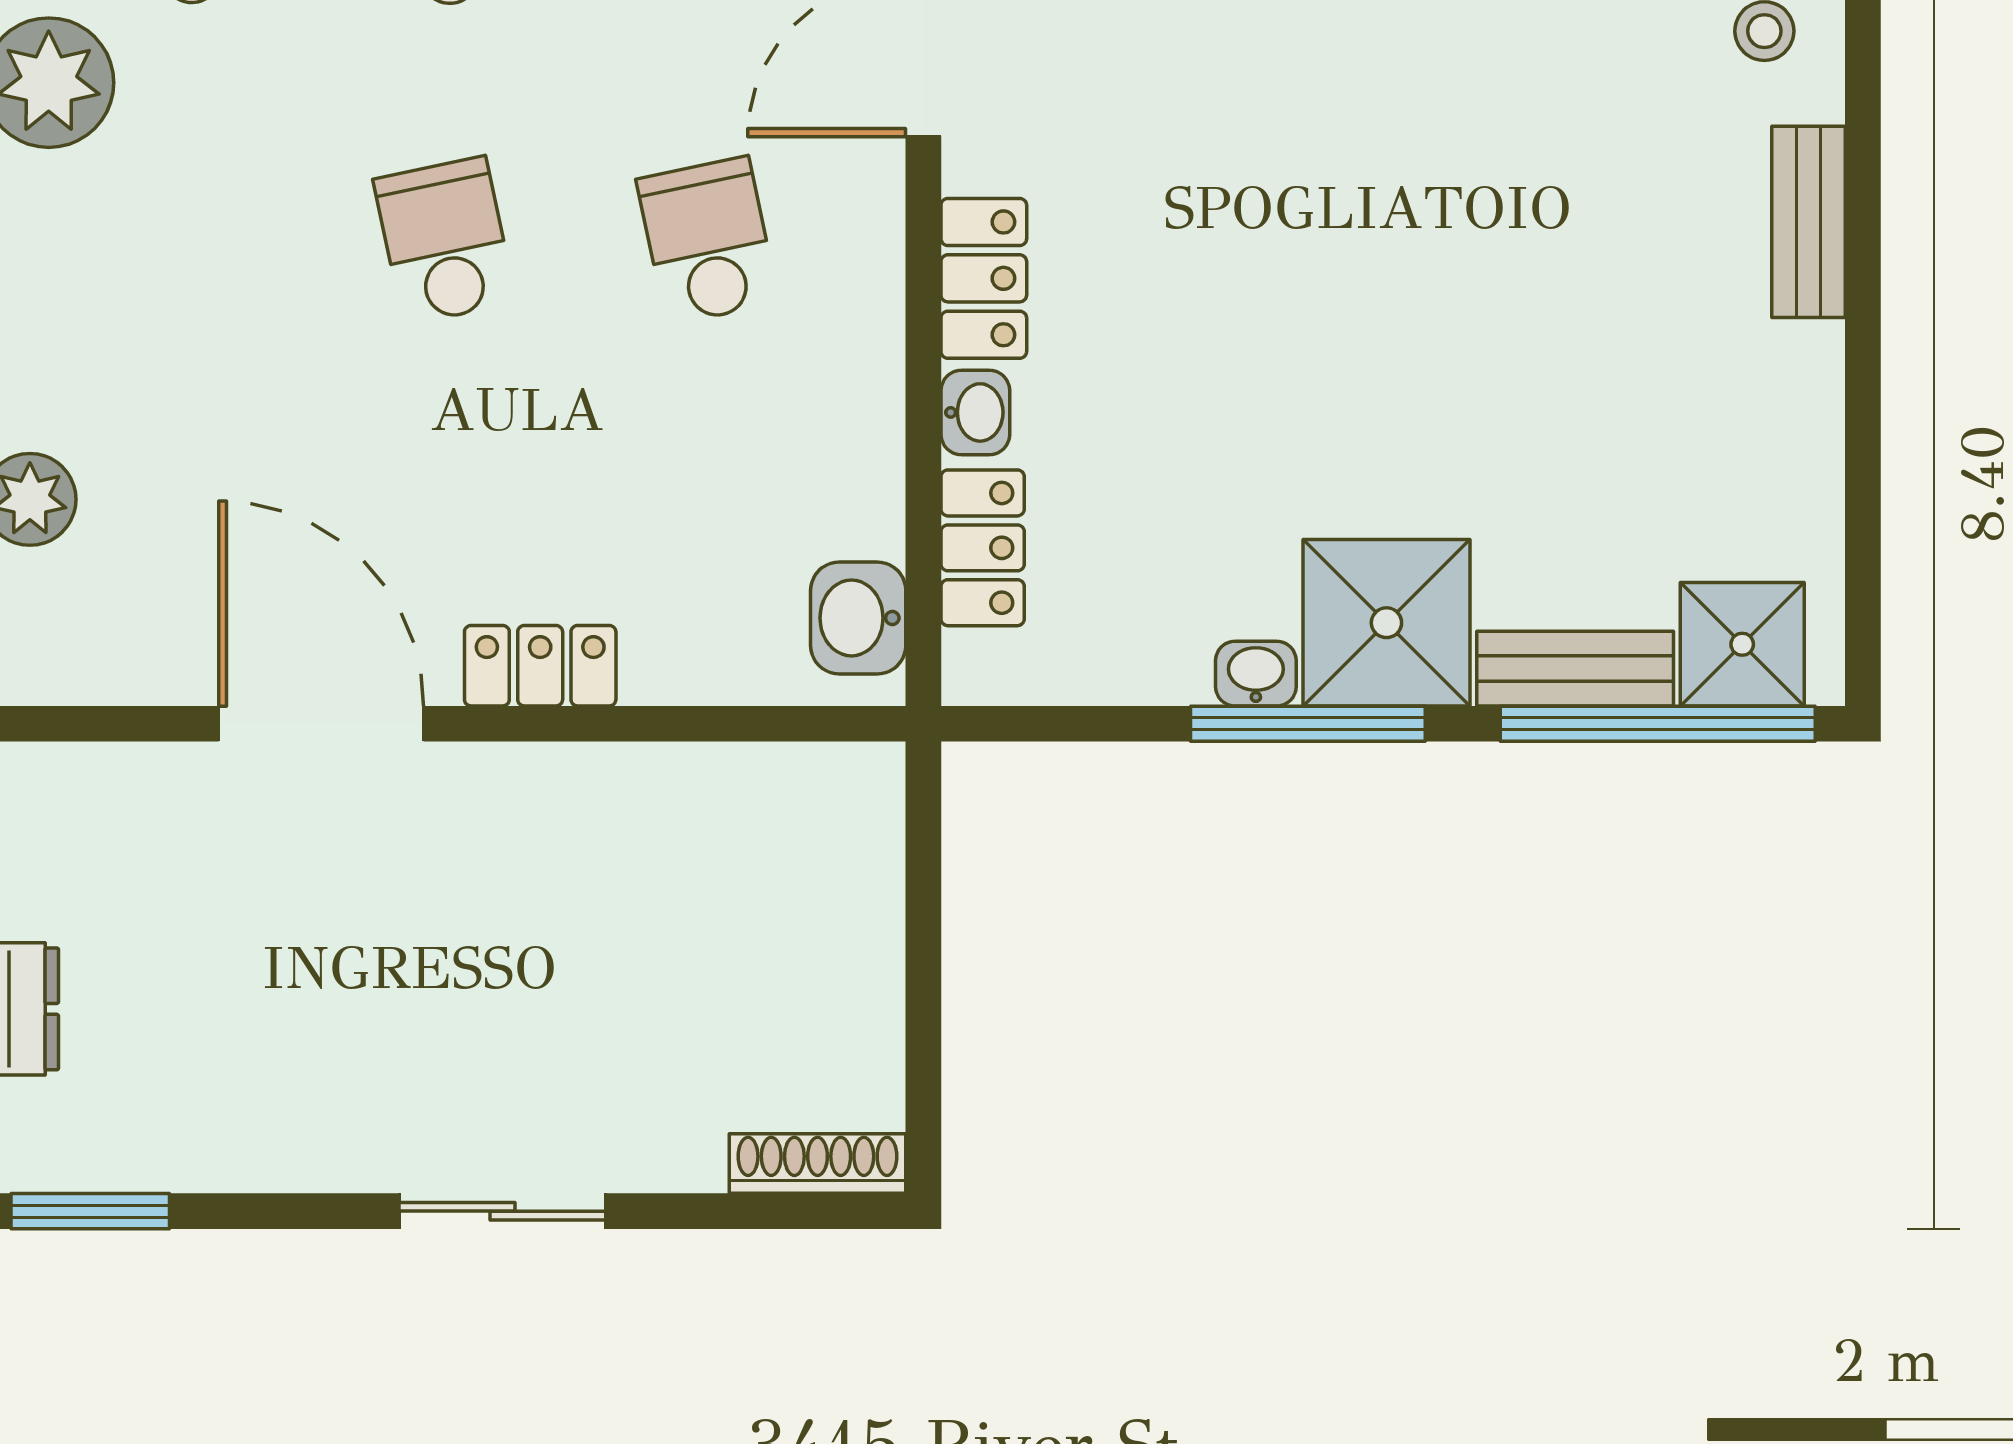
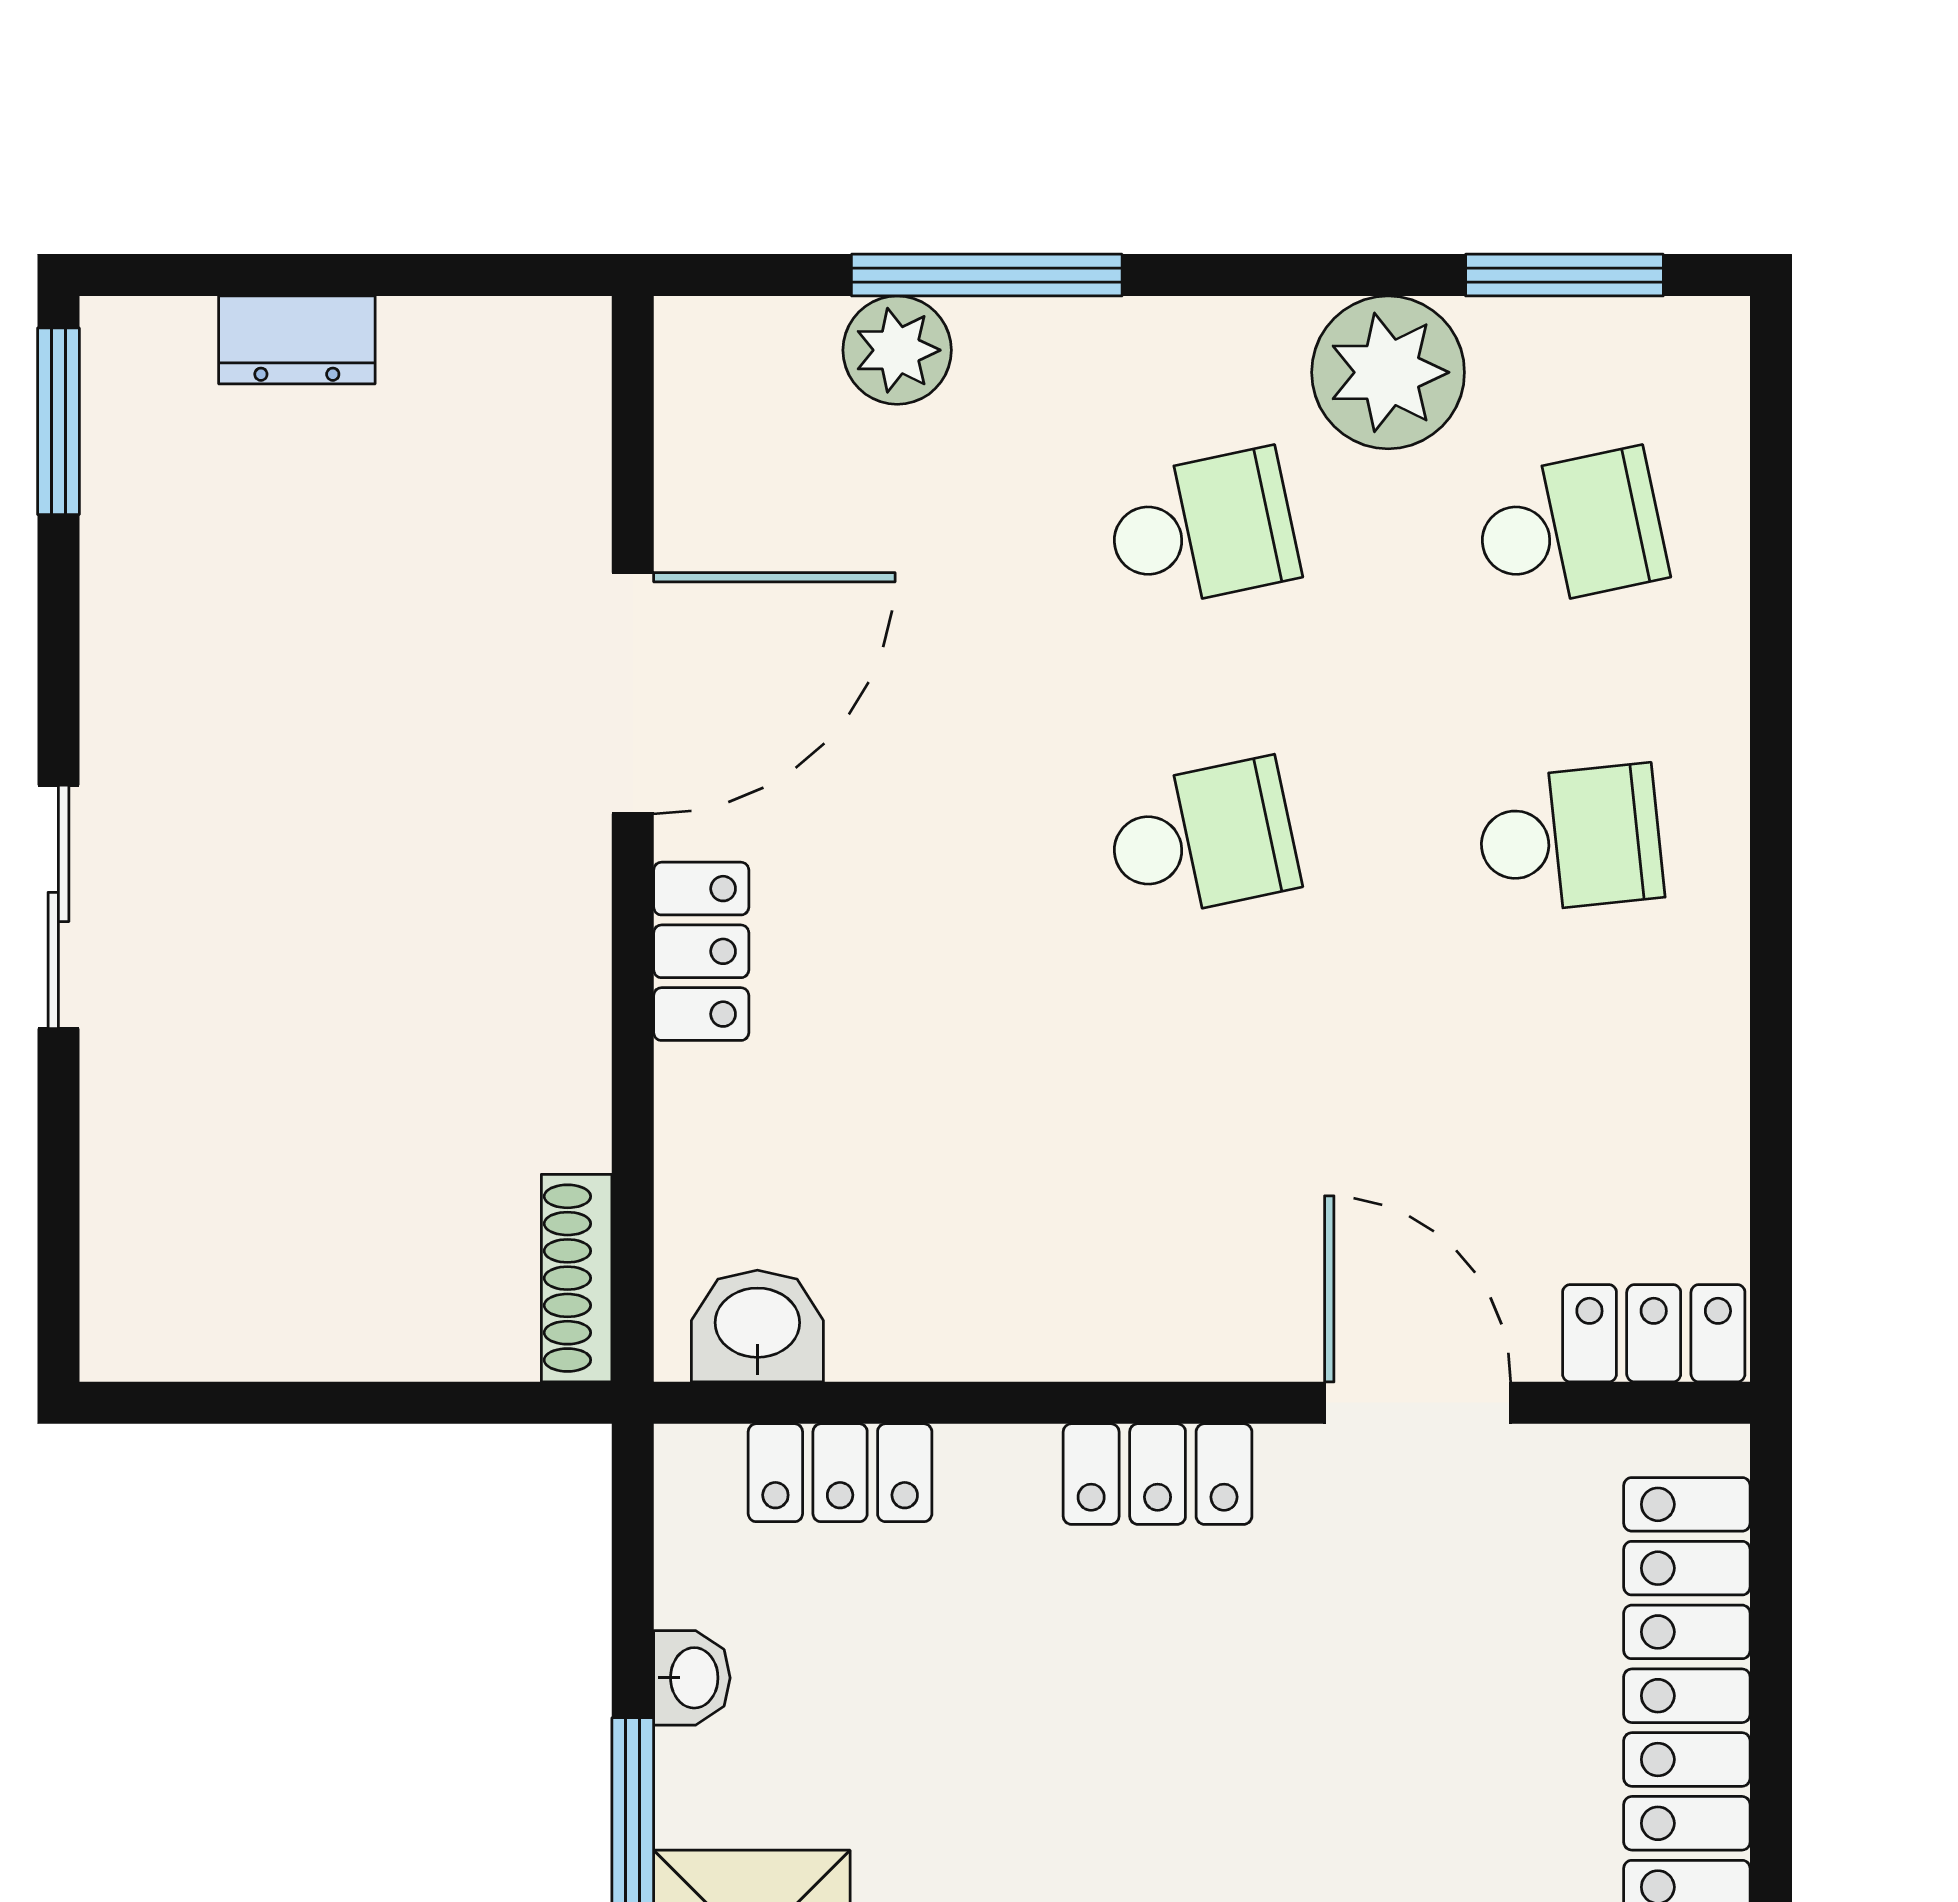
school desk: (708, 241) -> (1202, 529), moved
washbasin: (975, 412) -> (1000, 1464), removed
washbasin: (1256, 674) -> (692, 1678), moved
shoe rack: (818, 1164) -> (577, 1278), moved, turned 180

